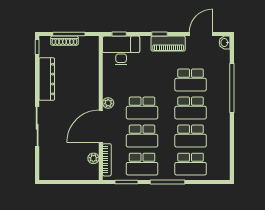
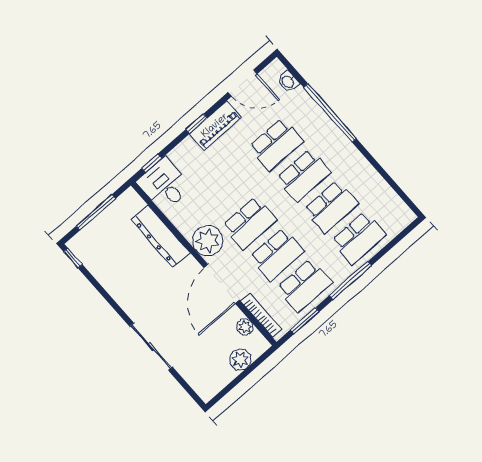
door: (201, 34) -> (243, 83), swing flipped
shoe rack: (64, 41) -> (97, 224), removed
washbasin: (225, 42) -> (288, 82), moved
desk: (121, 50) -> (164, 184), width x0.73
dresser: (47, 79) -> (160, 236), moved, turned 180
plant: (108, 103) -> (208, 241), width x1.88, depth x1.88
plant: (77, 173) -> (240, 360), added

